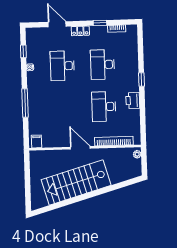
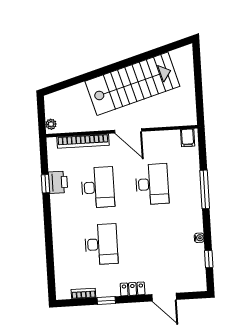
desk: (62, 66) -> (152, 184), moved
window: (141, 80) -> (45, 184), moved
printer: (133, 100) -> (58, 182), moved

